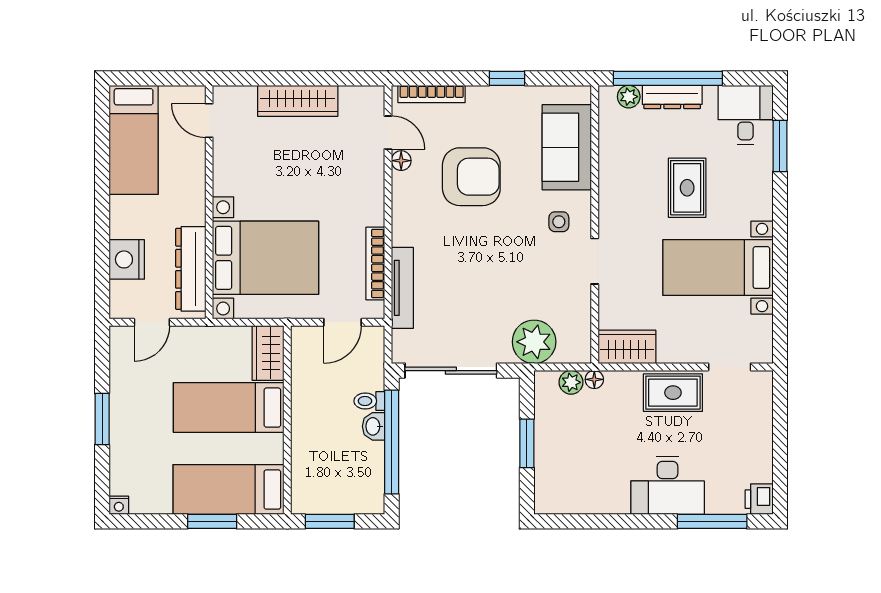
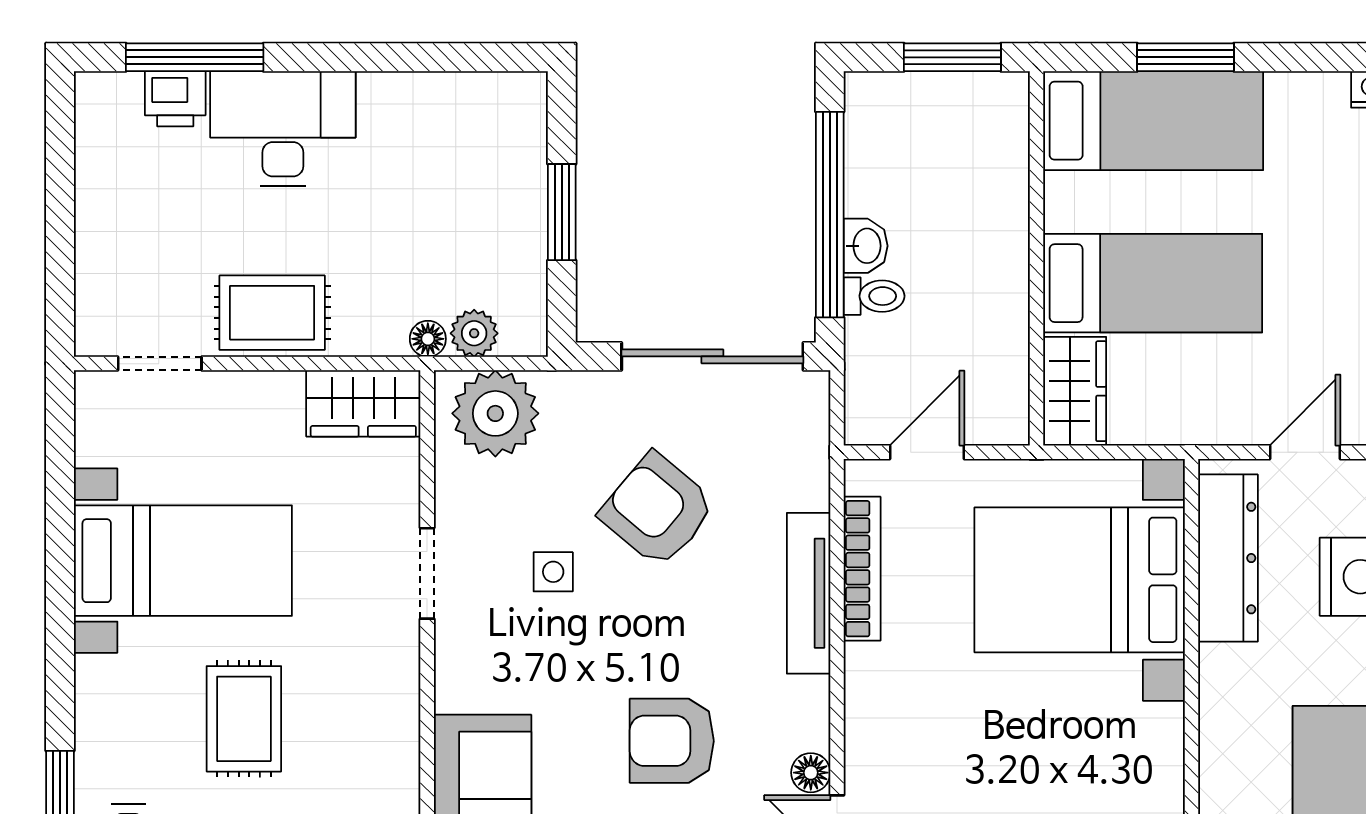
armchair: (471, 177) -> (672, 741), width x0.73, depth x0.73
side table: (559, 222) -> (553, 572), moved
tv unit: (402, 288) -> (809, 593), moved
armchair: (478, 293) -> (658, 510), added
plant: (534, 342) -> (495, 413), moved
printer: (759, 499) -> (175, 99), moved, turned 90

